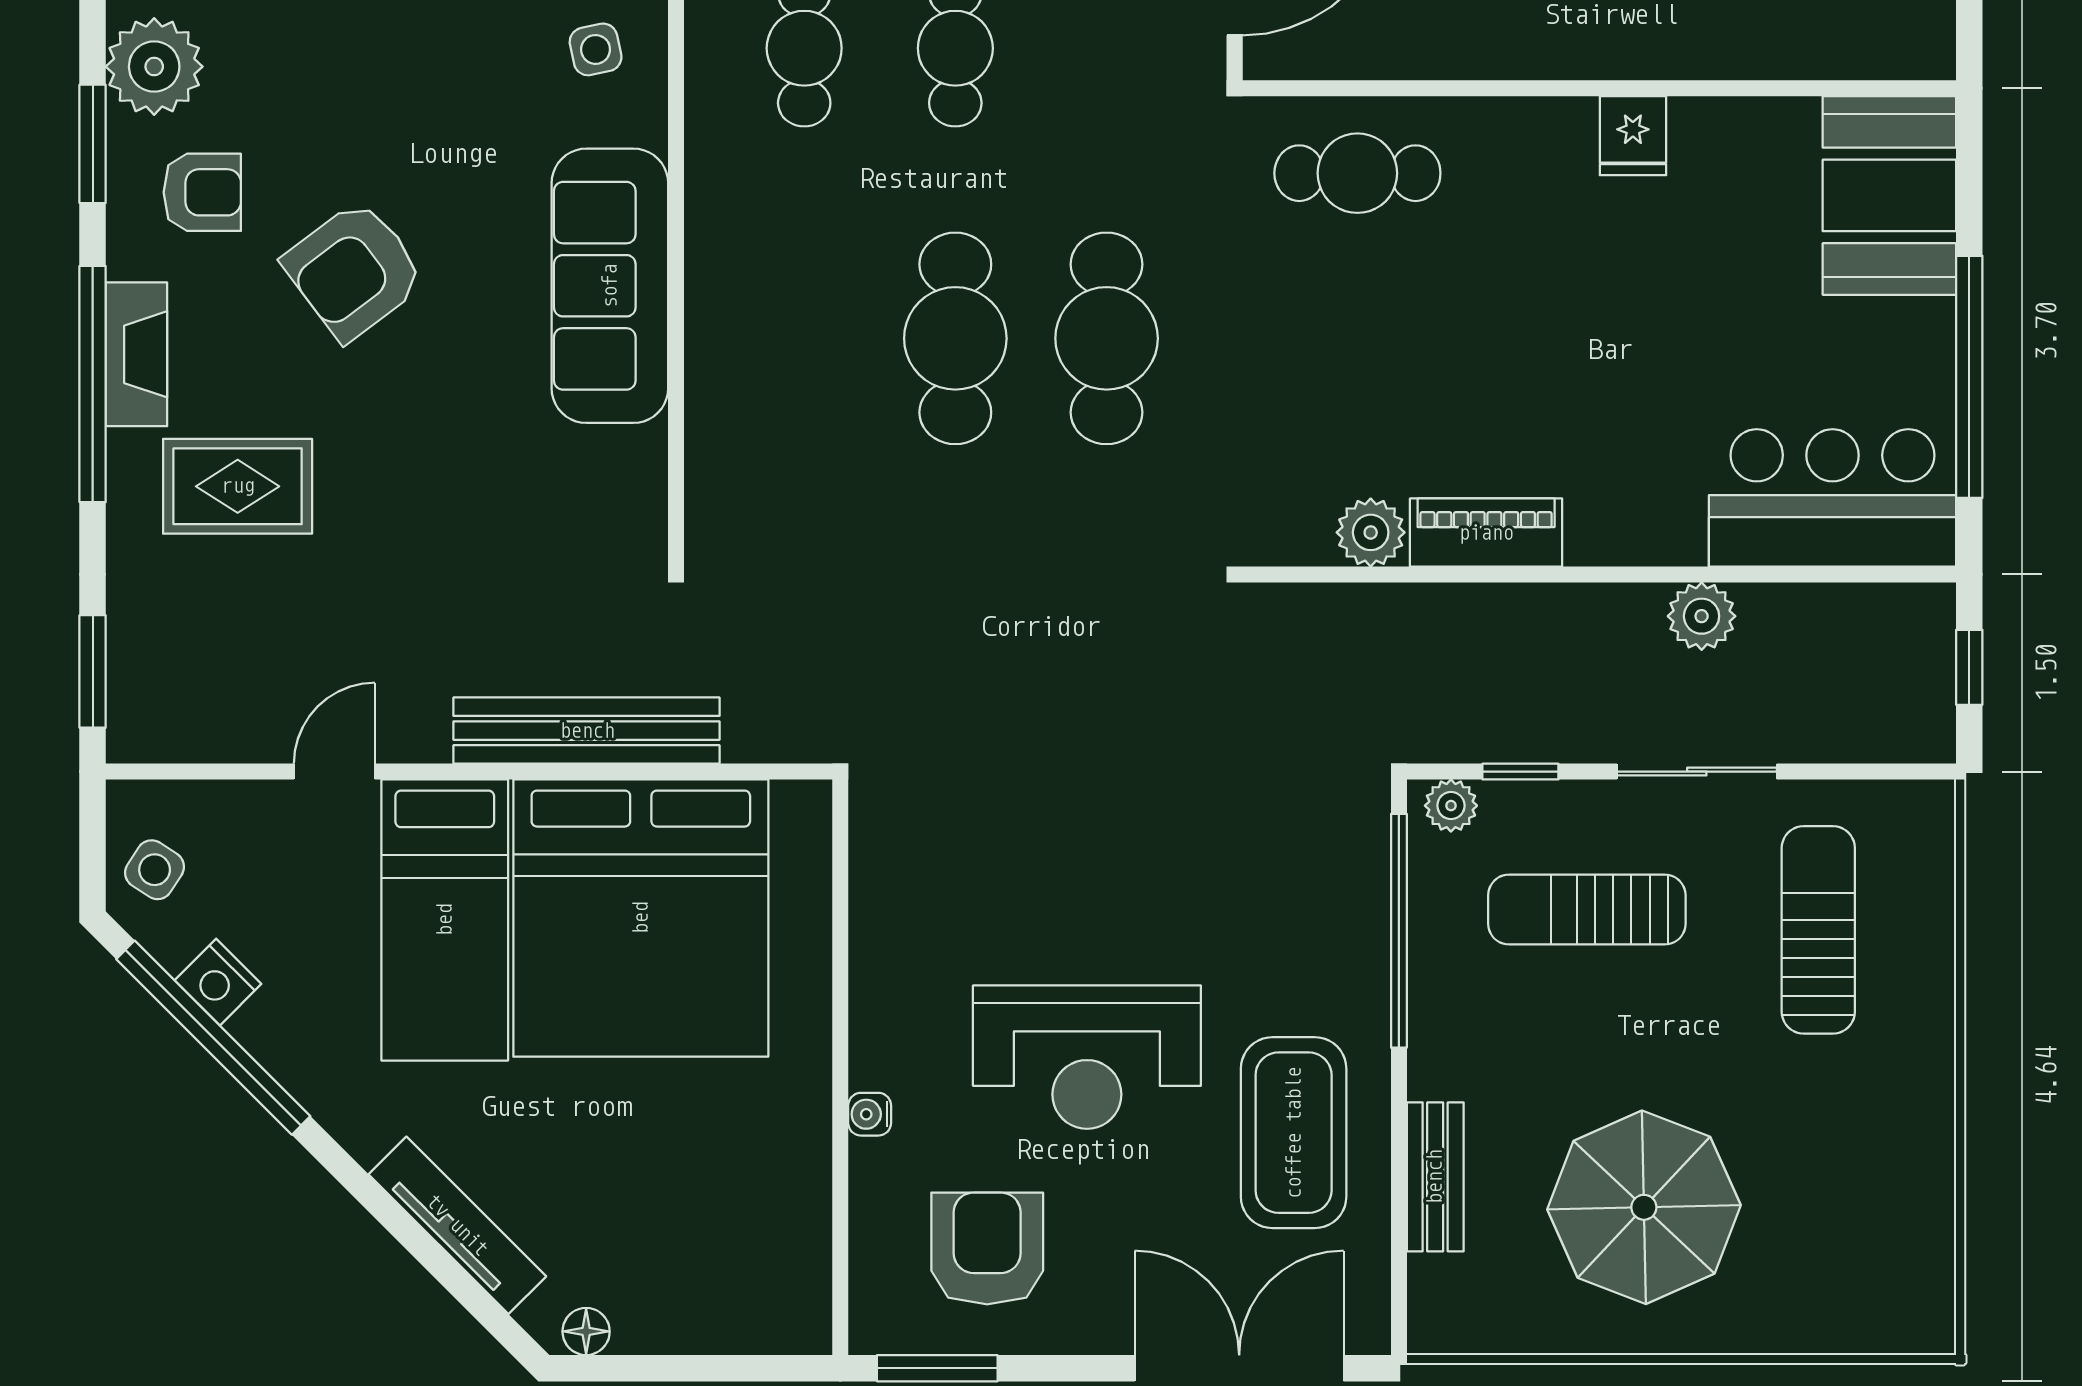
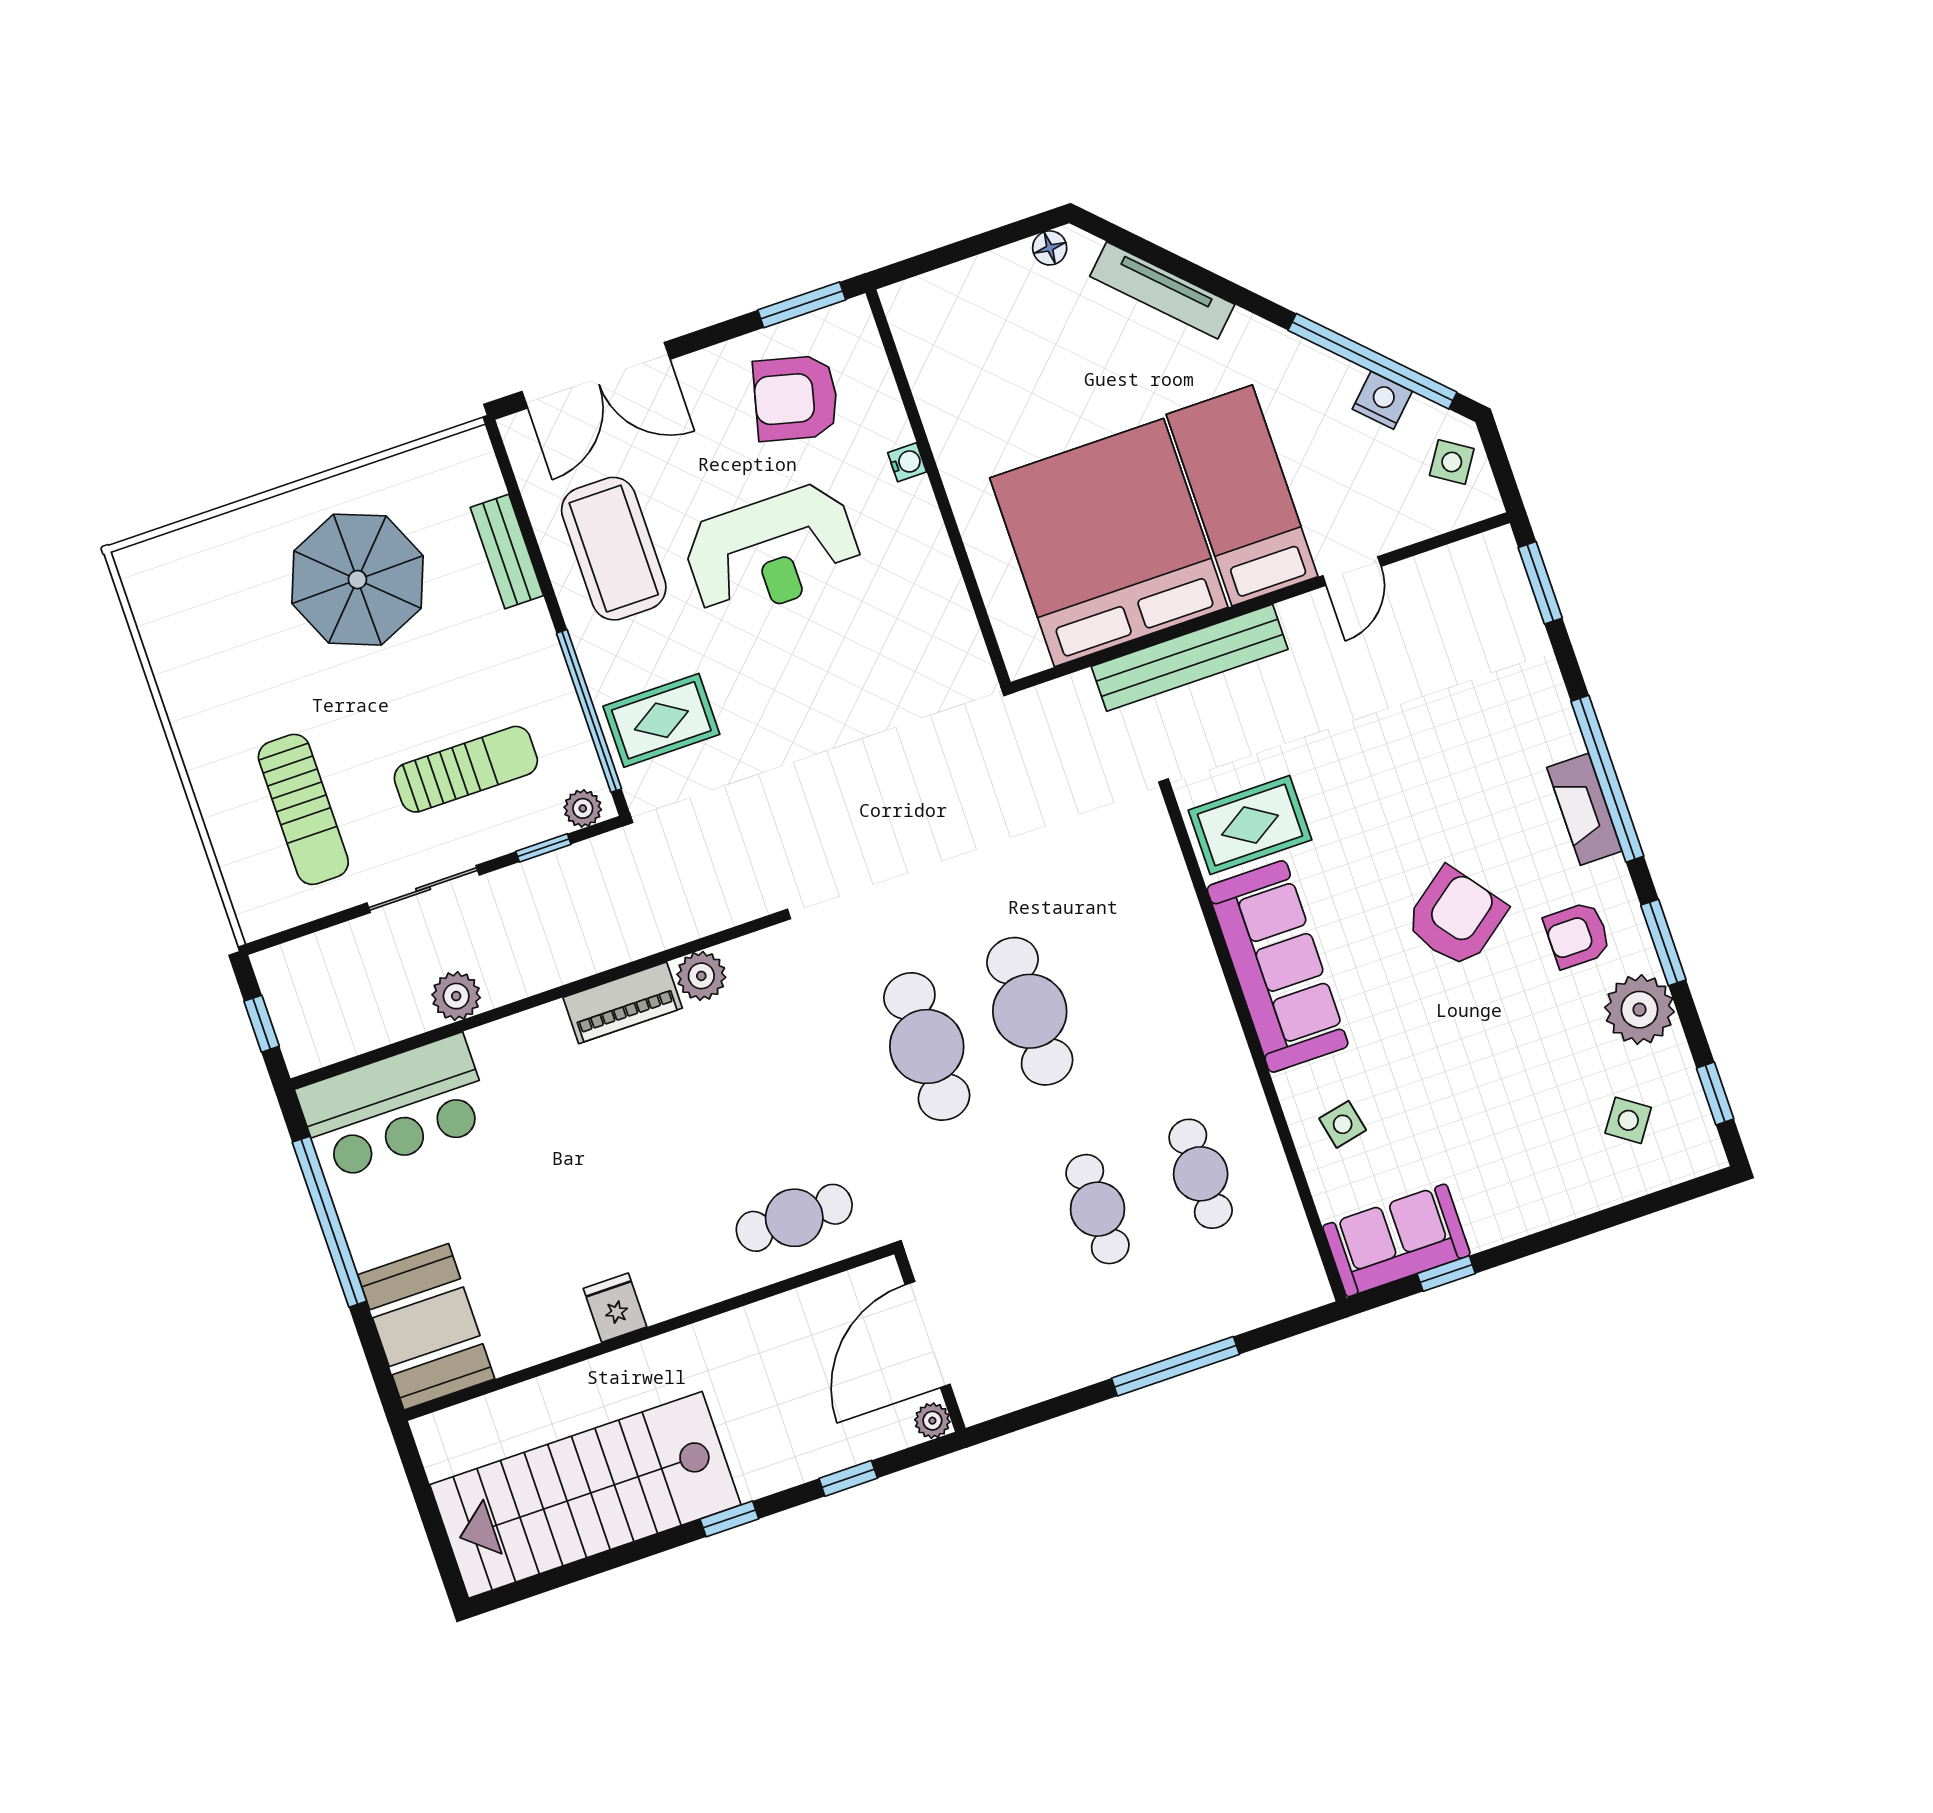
rug: (238, 486) -> (1250, 825), moved
rug: (1308, 886) -> (661, 720), added
reception desk: (1087, 1057) -> (772, 552), turned 180
armchair: (987, 1248) -> (796, 398), turned 104

